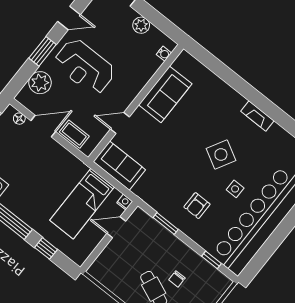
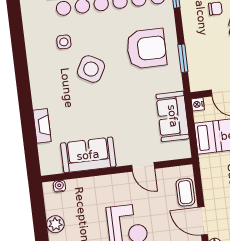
fireplace: (257, 116) -> (42, 126), moved
sofa: (119, 166) -> (173, 116), moved
side table: (235, 189) -> (64, 42), moved
armchair: (197, 206) -> (146, 49), width x1.88, depth x1.88

